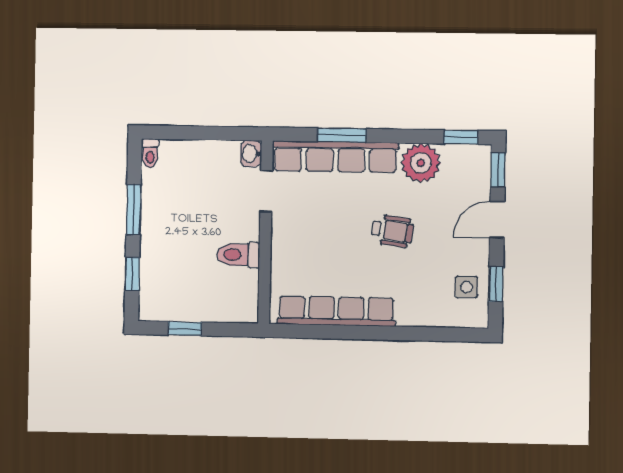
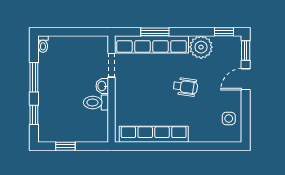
washbasin: (251, 154) -> (102, 86), moved
window: (496, 284) -> (246, 117), removed

